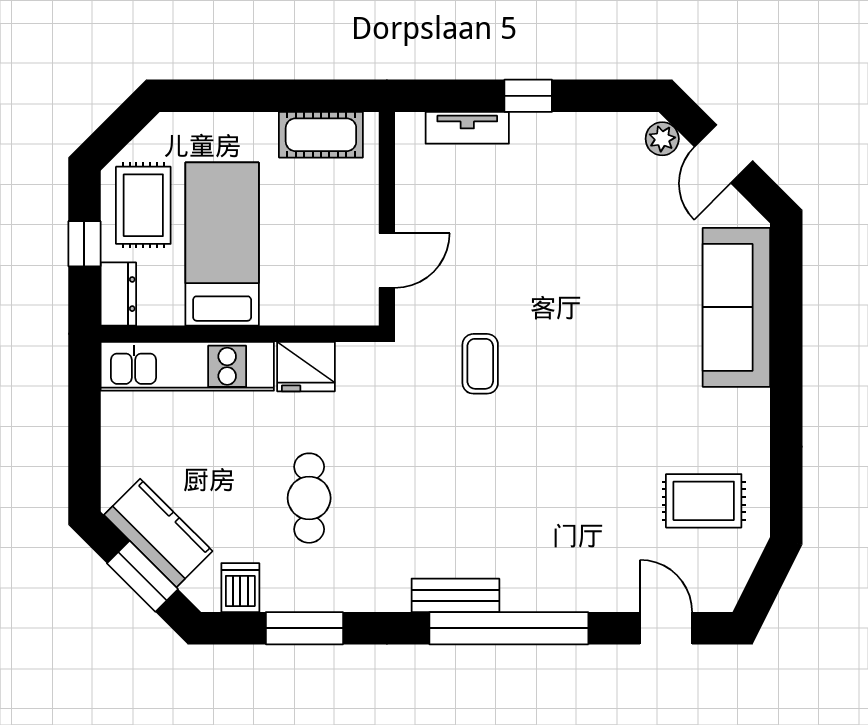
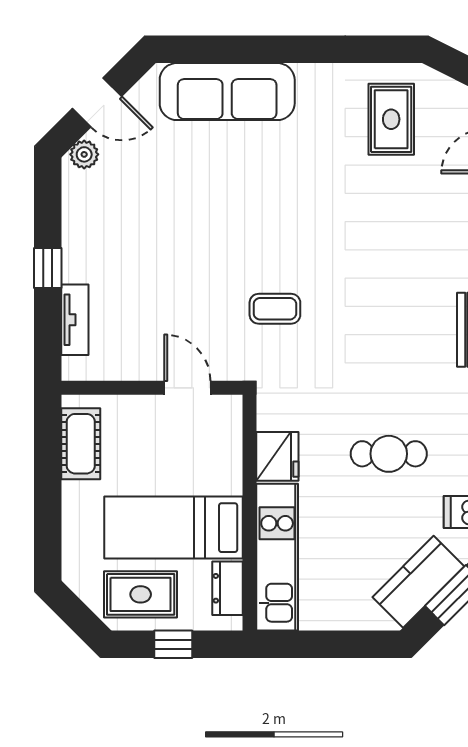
dresser: (118, 294) -> (228, 588), moved, turned -90

